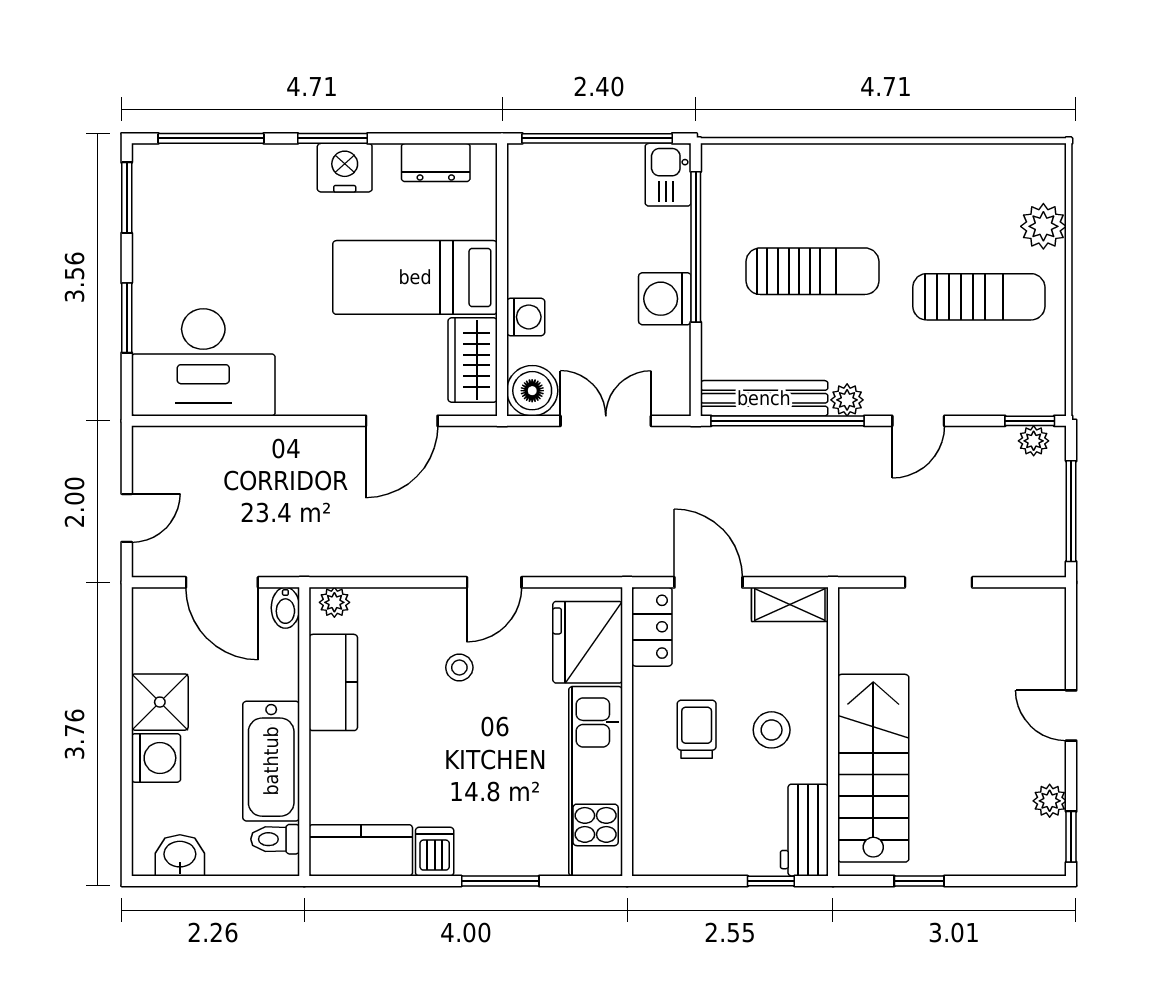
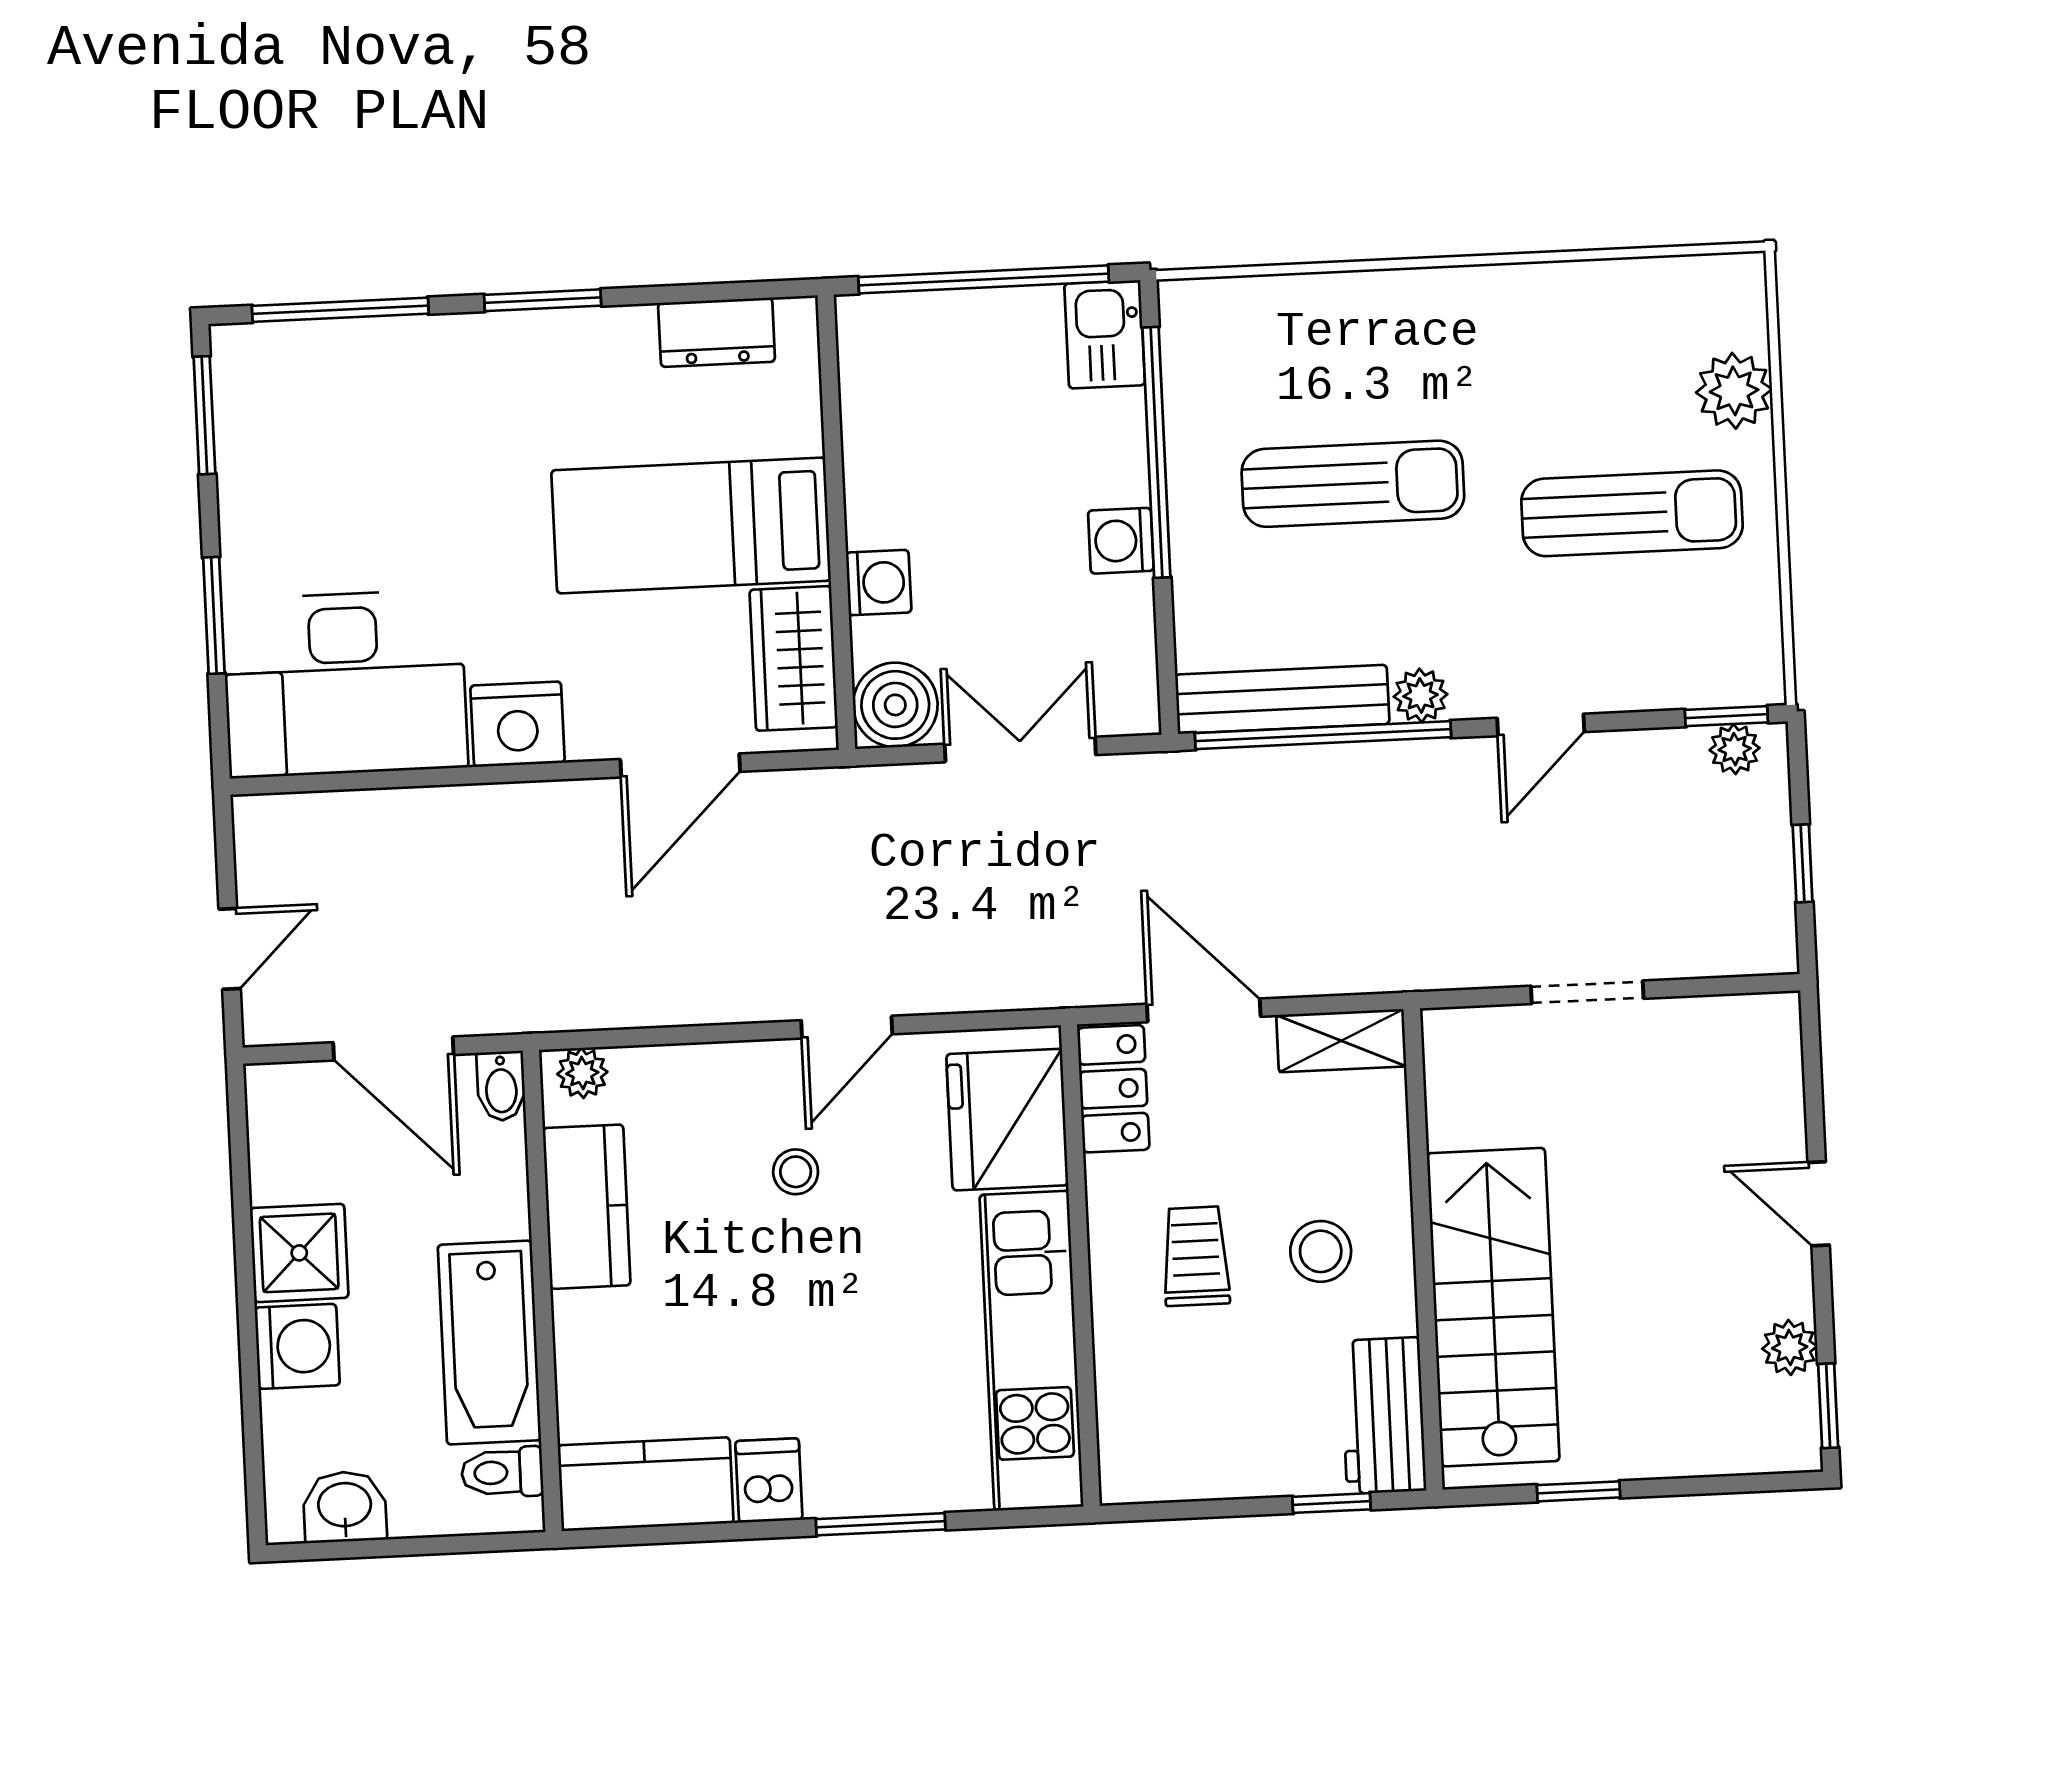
nightstand: (345, 168) -> (518, 724), moved, turned 180
washing machine: (665, 299) -> (1121, 541), width x0.73, depth x0.73
window: (1071, 511) -> (1803, 863), width x0.46

